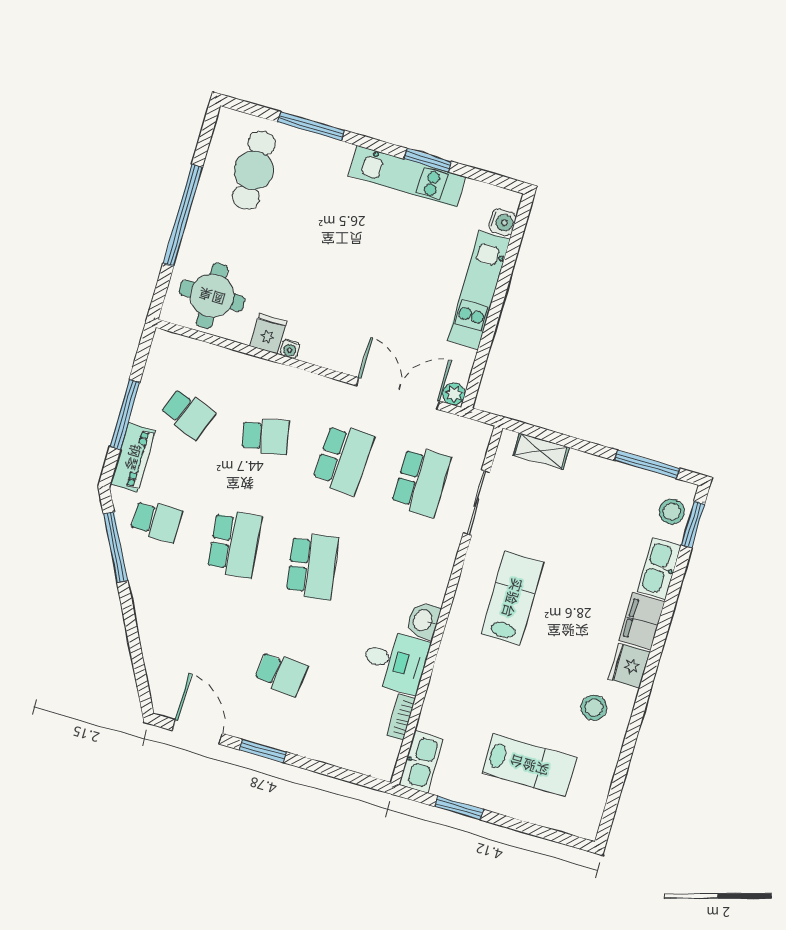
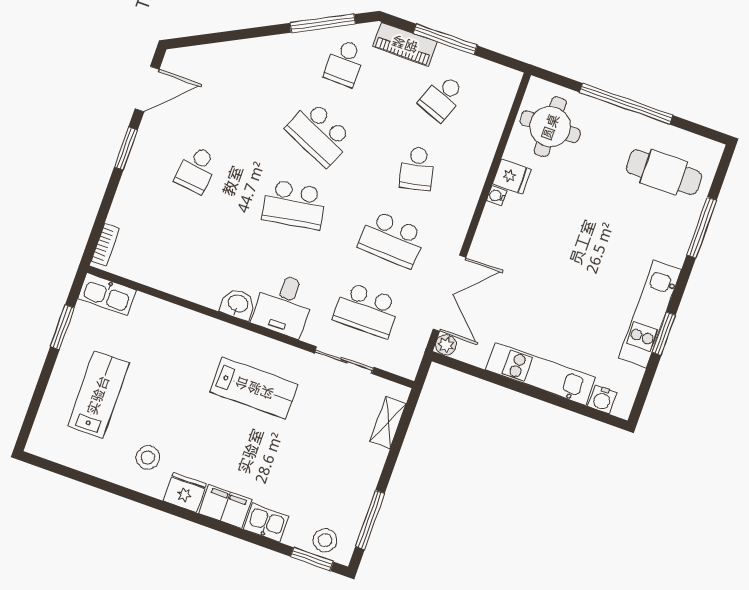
school desk: (234, 544) -> (319, 134), turned 30
kitchen sink: (659, 568) -> (266, 523), width x0.73
desk: (395, 661) -> (284, 305), moved
bookcase: (401, 717) -> (105, 245), moved, turned 90
lab bench: (529, 765) -> (98, 395), turned 180

